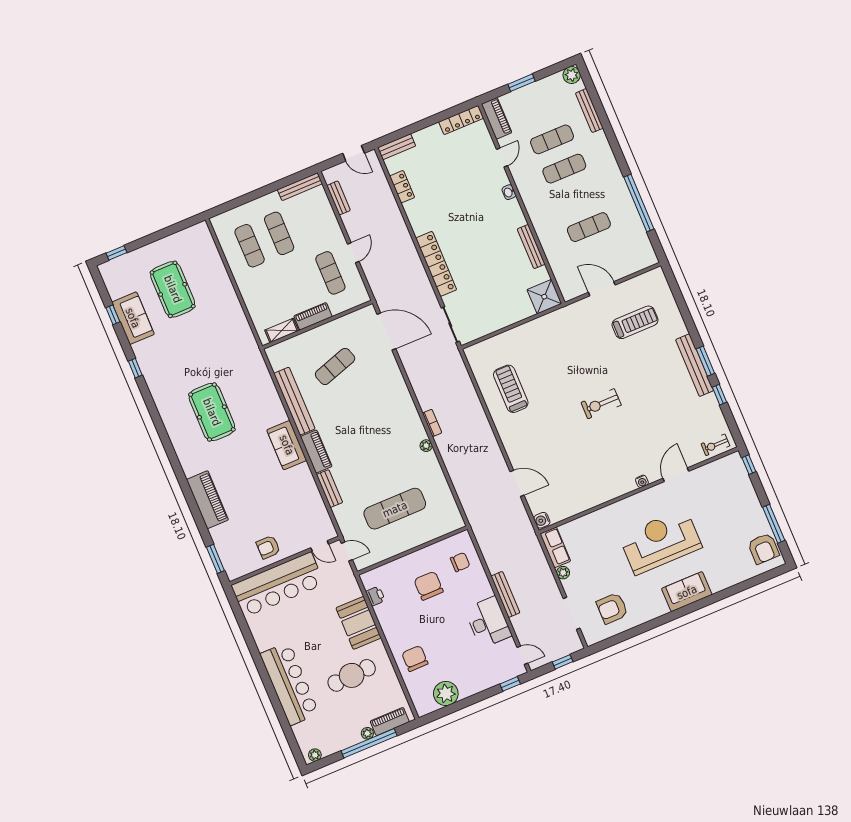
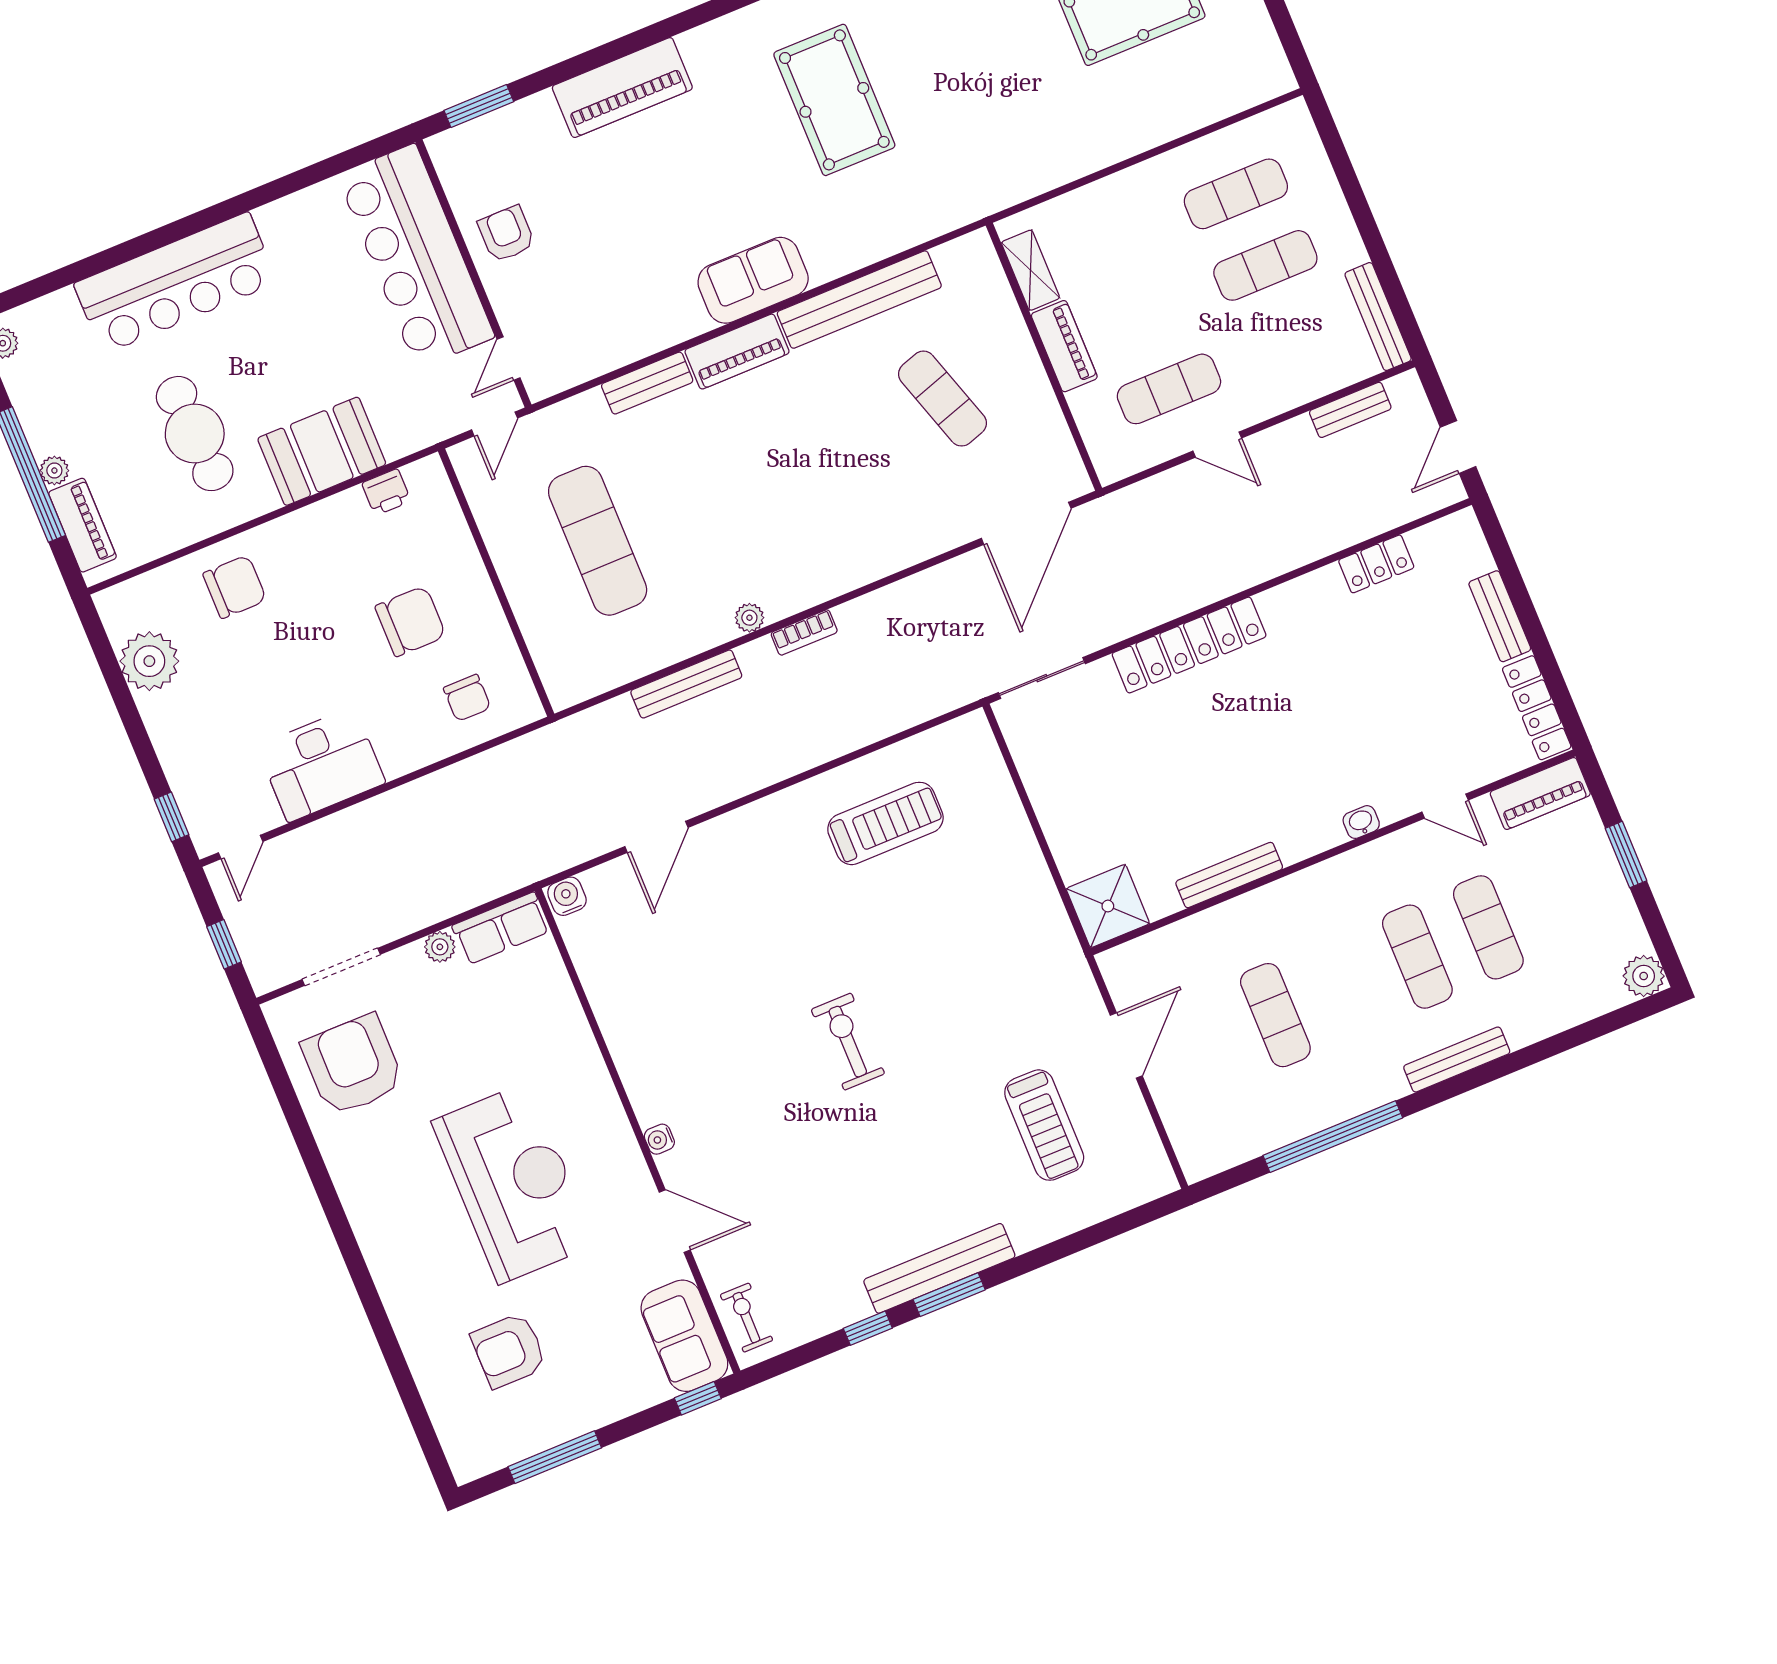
bench: (589, 111) -> (1457, 1059), moved
bench: (397, 147) -> (1500, 616), moved
pool table: (212, 412) -> (834, 100), turned 90
armchair: (763, 549) -> (509, 1350), moved
sofa: (687, 592) -> (684, 1336), moved, turned 180
bench: (505, 594) -> (686, 684), moved
armchair: (612, 608) -> (353, 1065), width x1.36, depth x1.36

